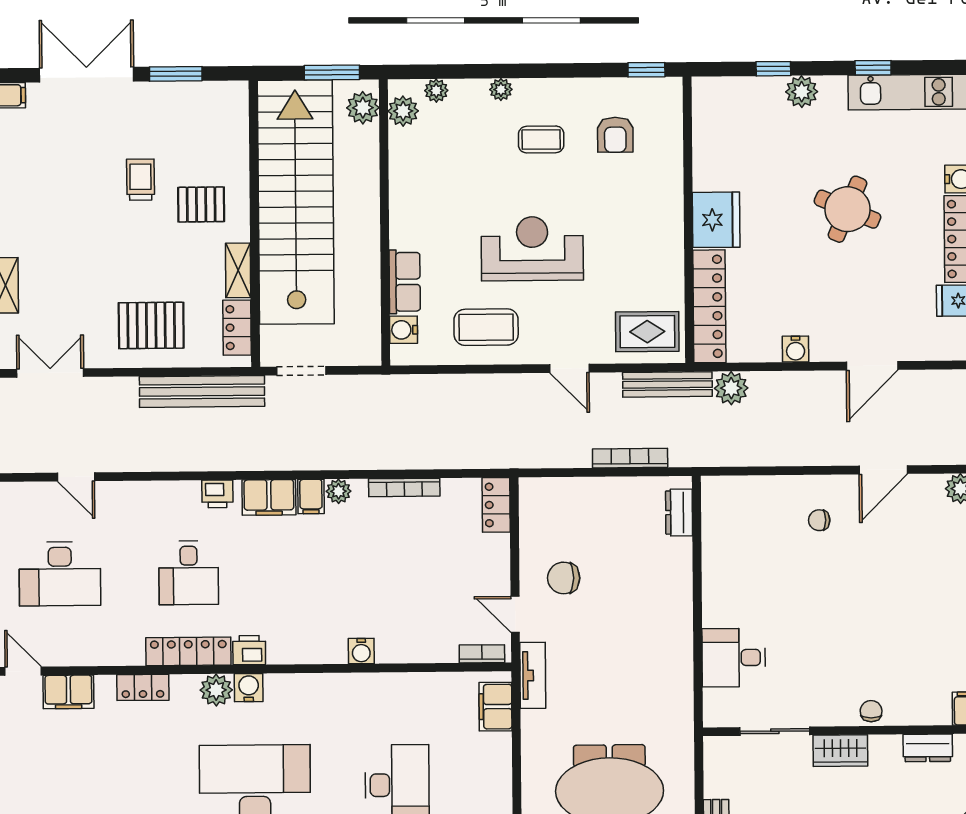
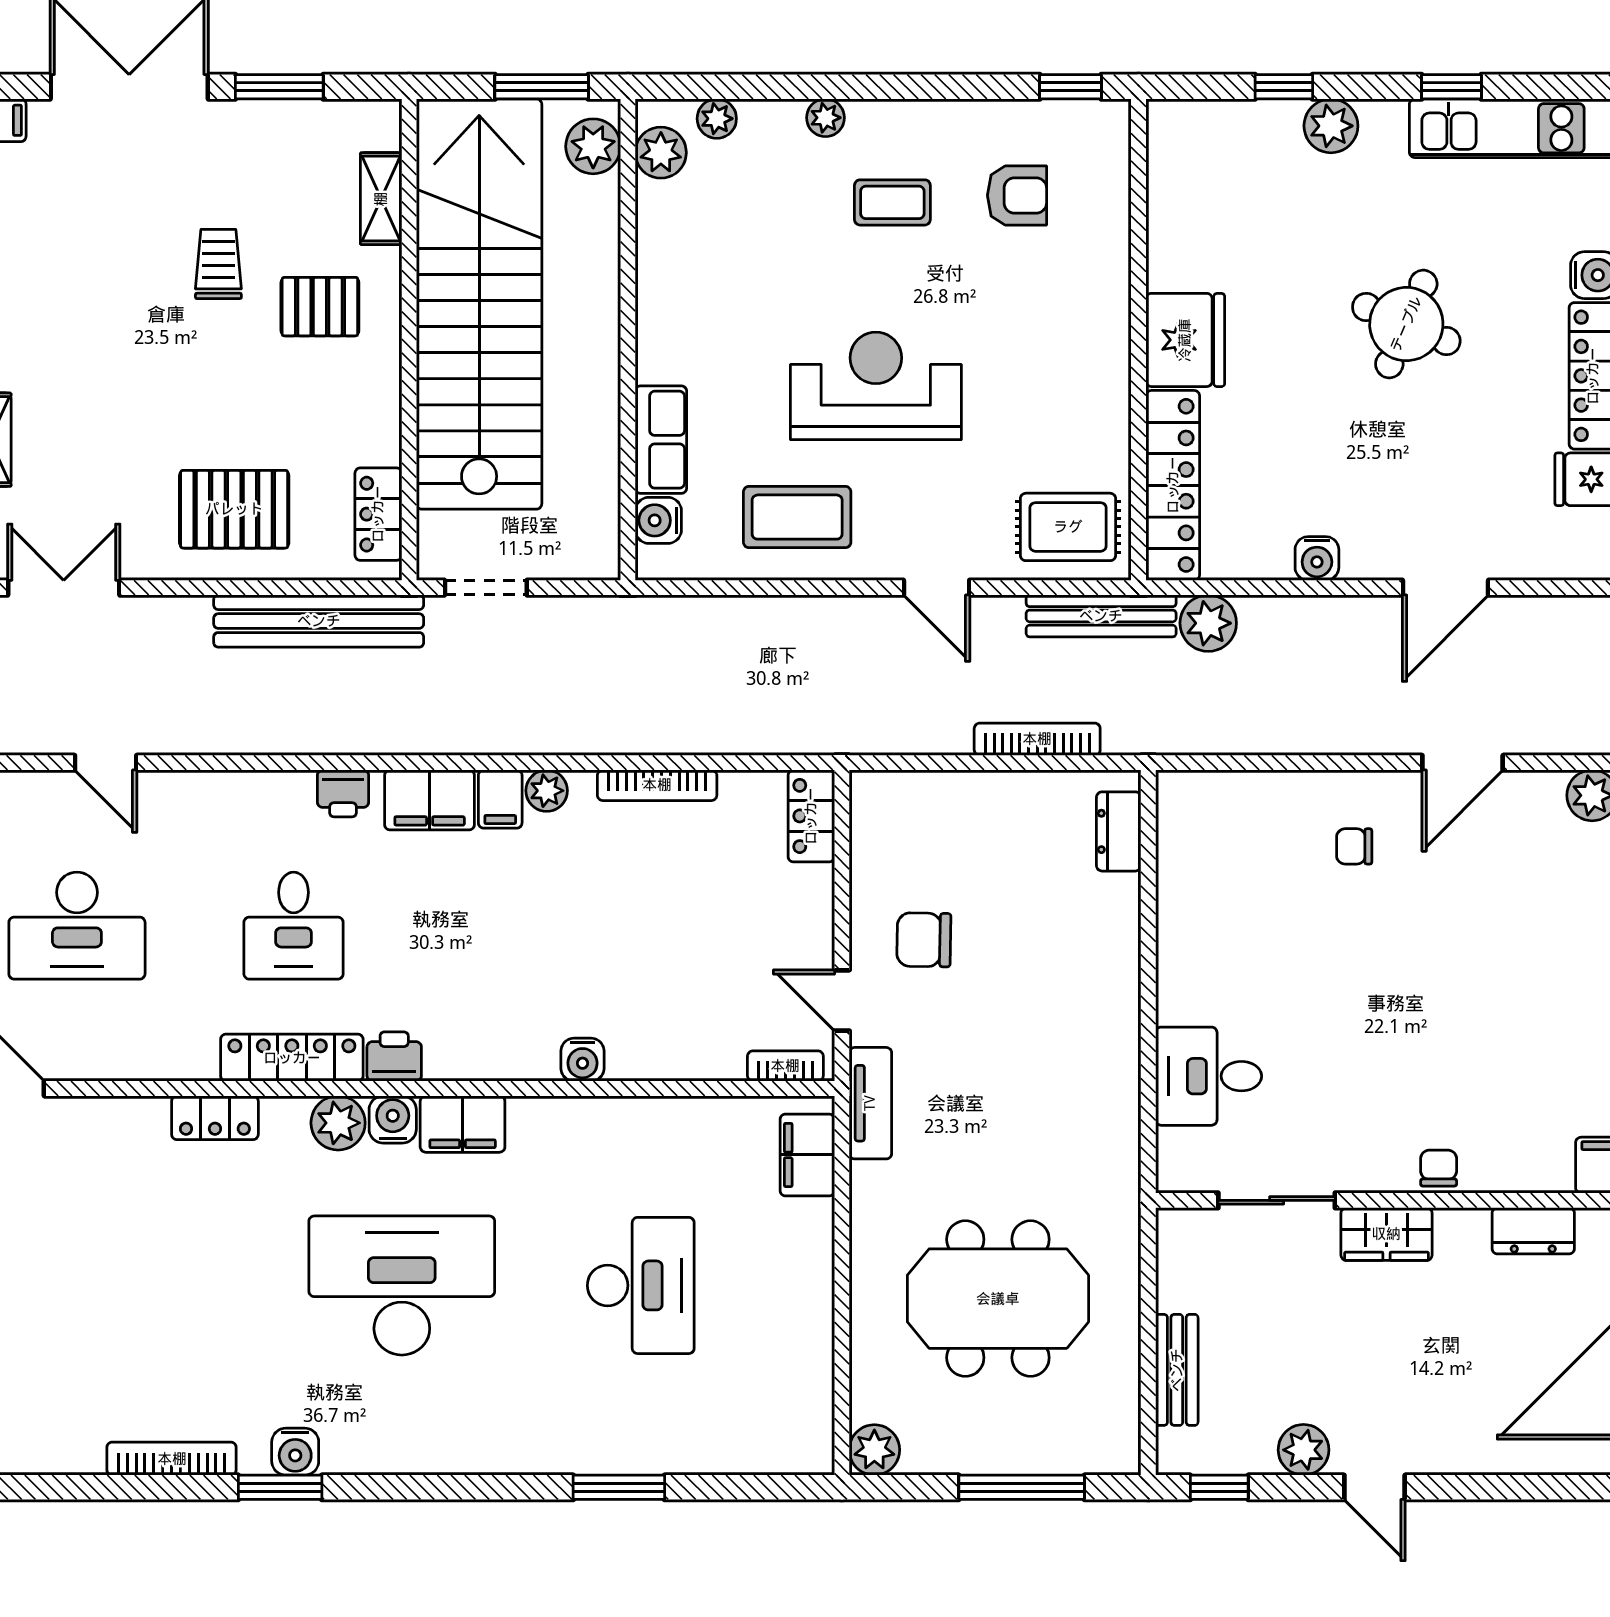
armchair: (615, 135) -> (1017, 195), turned -90
shelving: (238, 270) -> (381, 199), moved
filing cabinet: (68, 692) -> (463, 1124), moved

